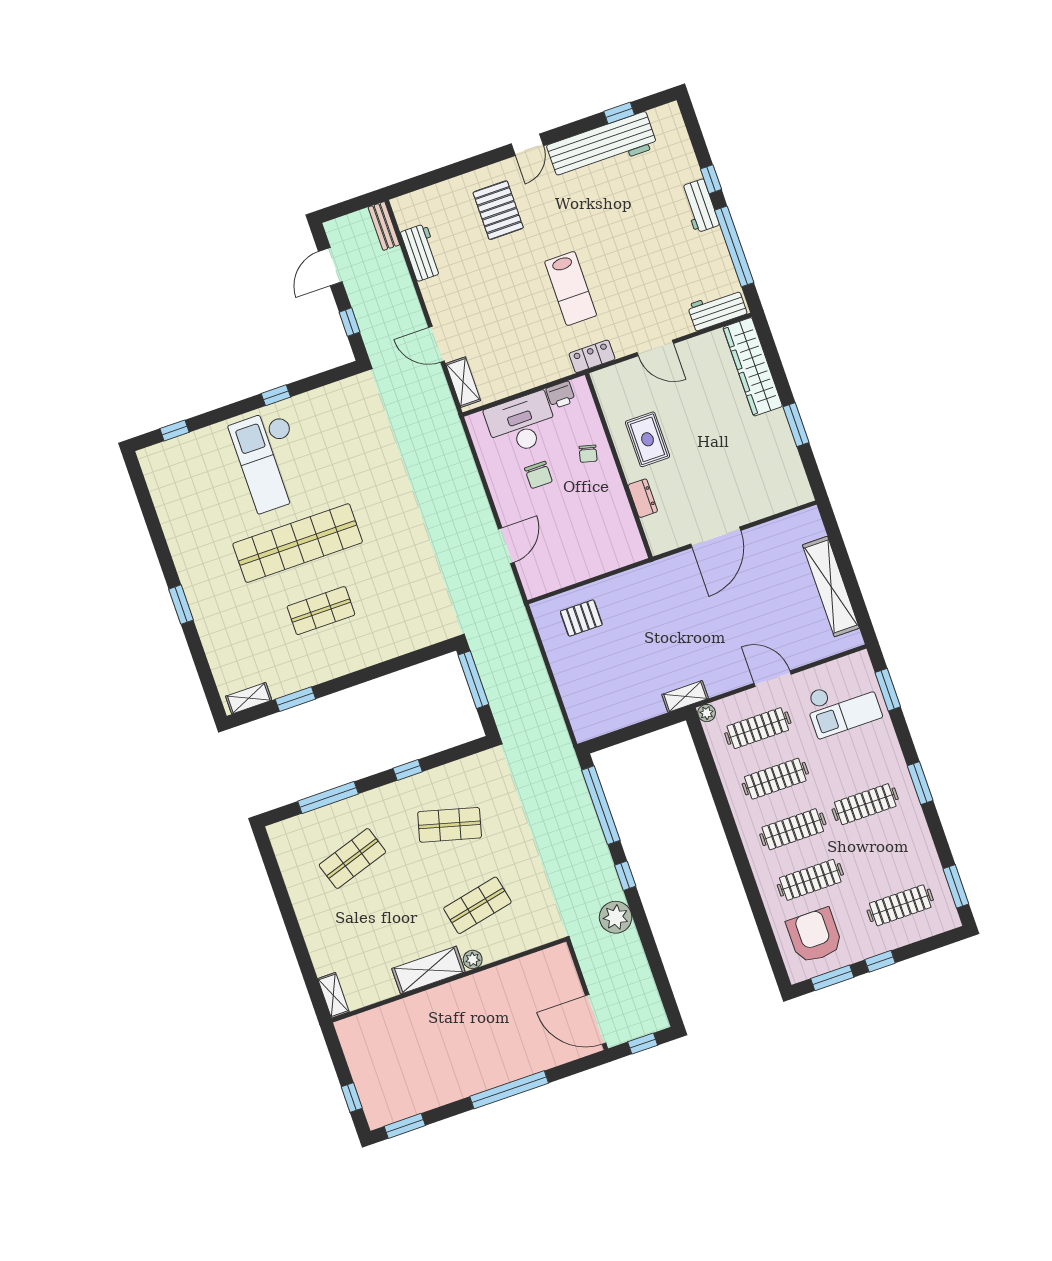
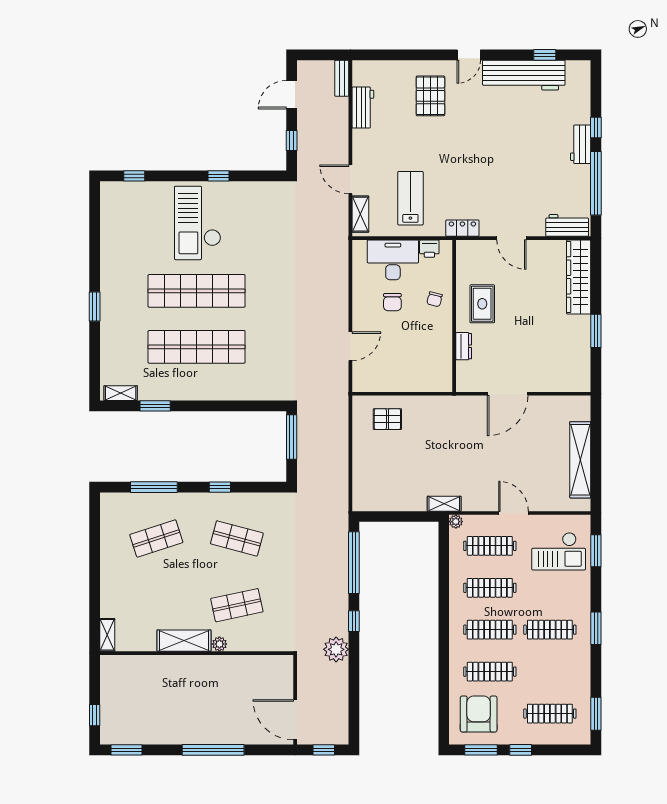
lab bench: (571, 288) -> (410, 198), moved, turned 180
shop shelf: (321, 611) -> (197, 347), width x2.00, depth x1.36

